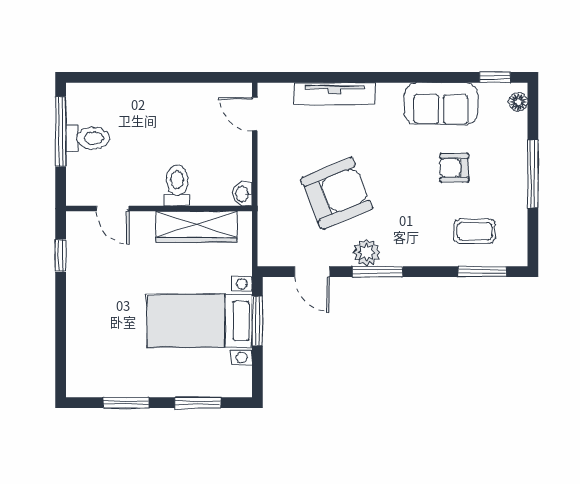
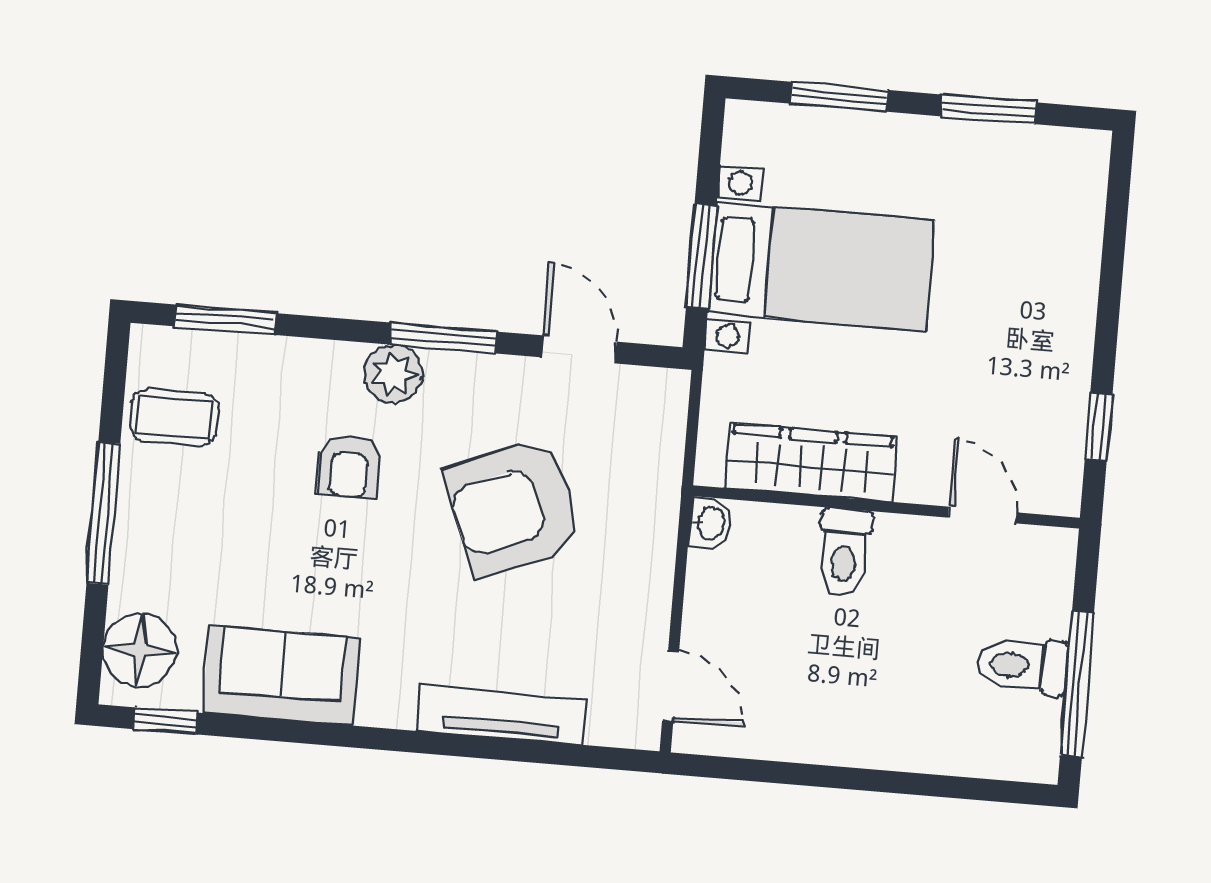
floor lamp: (518, 102) -> (140, 650), width x1.89, depth x1.89
armchair: (454, 168) -> (349, 466), moved, turned 90
coffee table: (474, 231) -> (174, 417), moved
plant: (367, 252) -> (393, 374), moved

